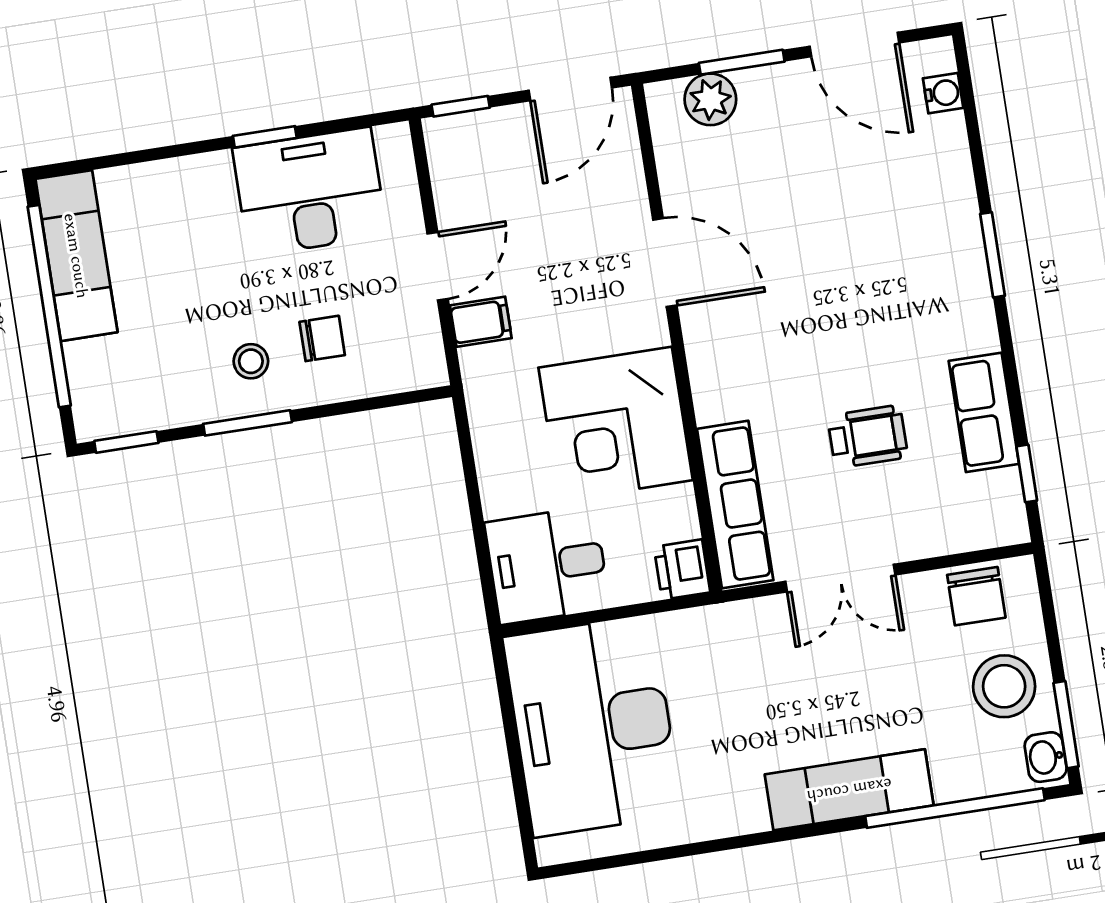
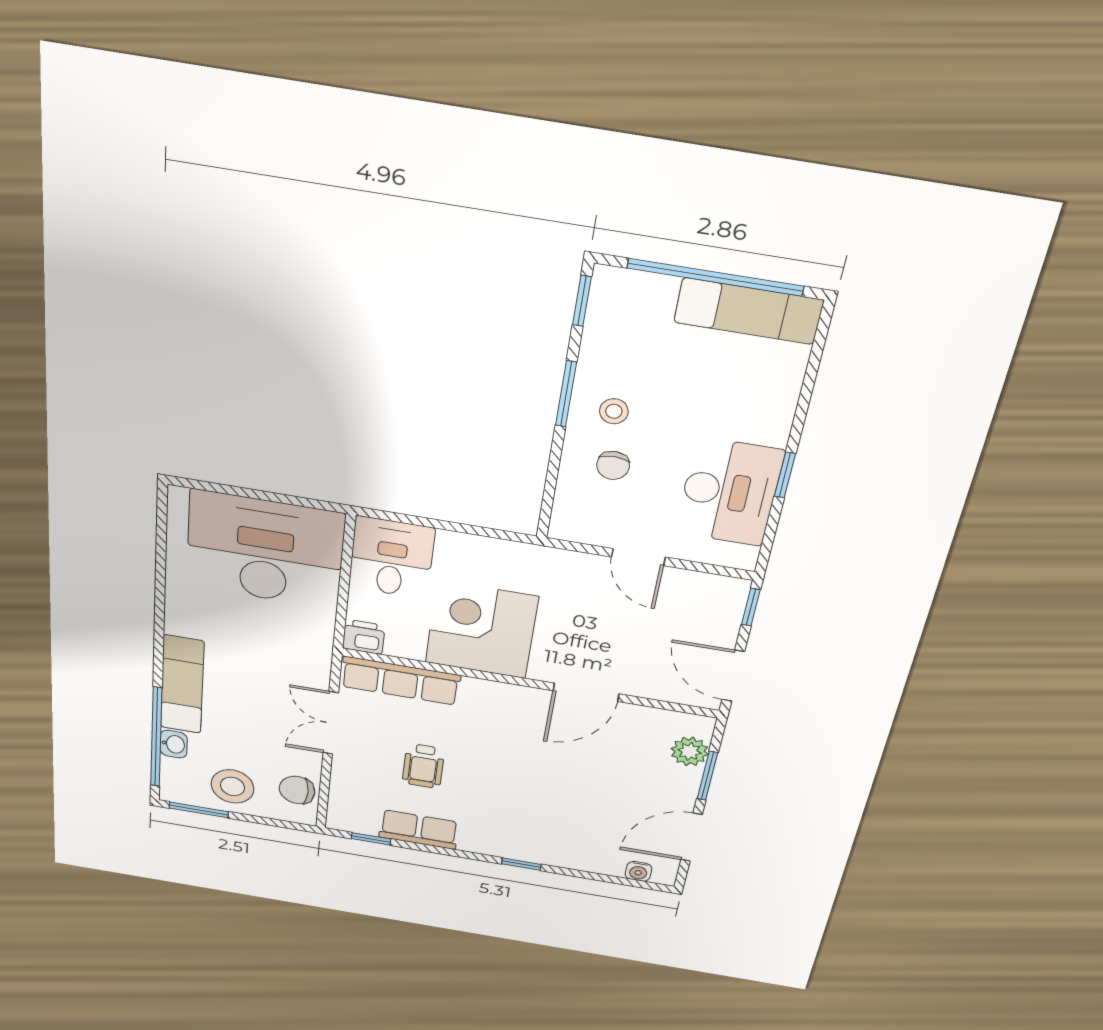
window: (992, 255) -> (521, 864), width x0.67
filing cabinet: (481, 322) -> (586, 571), removed
washbasin: (1046, 757) -> (174, 744), moved, turned 90

